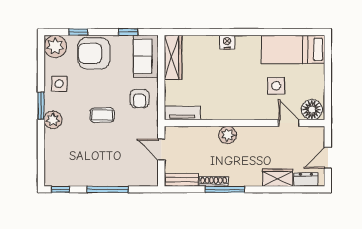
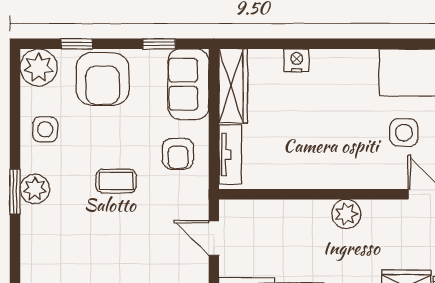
nightstand: (227, 42) -> (297, 60), moved
armchair: (94, 53) -> (103, 79), turned -90
window: (41, 106) -> (15, 192), moved
tv unit: (182, 113) -> (230, 154), moved, turned 90
plant: (228, 135) -> (346, 214), moved

